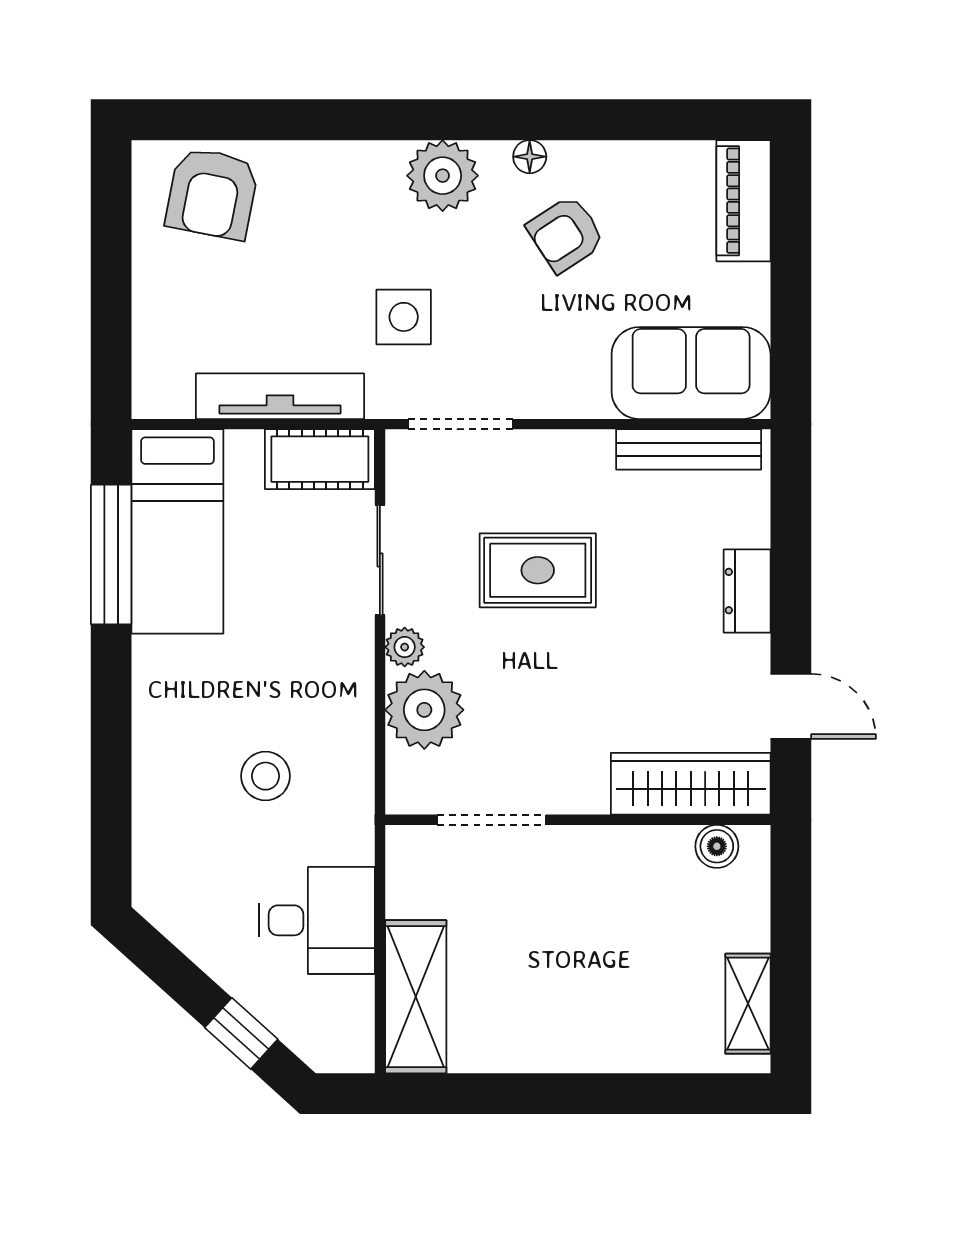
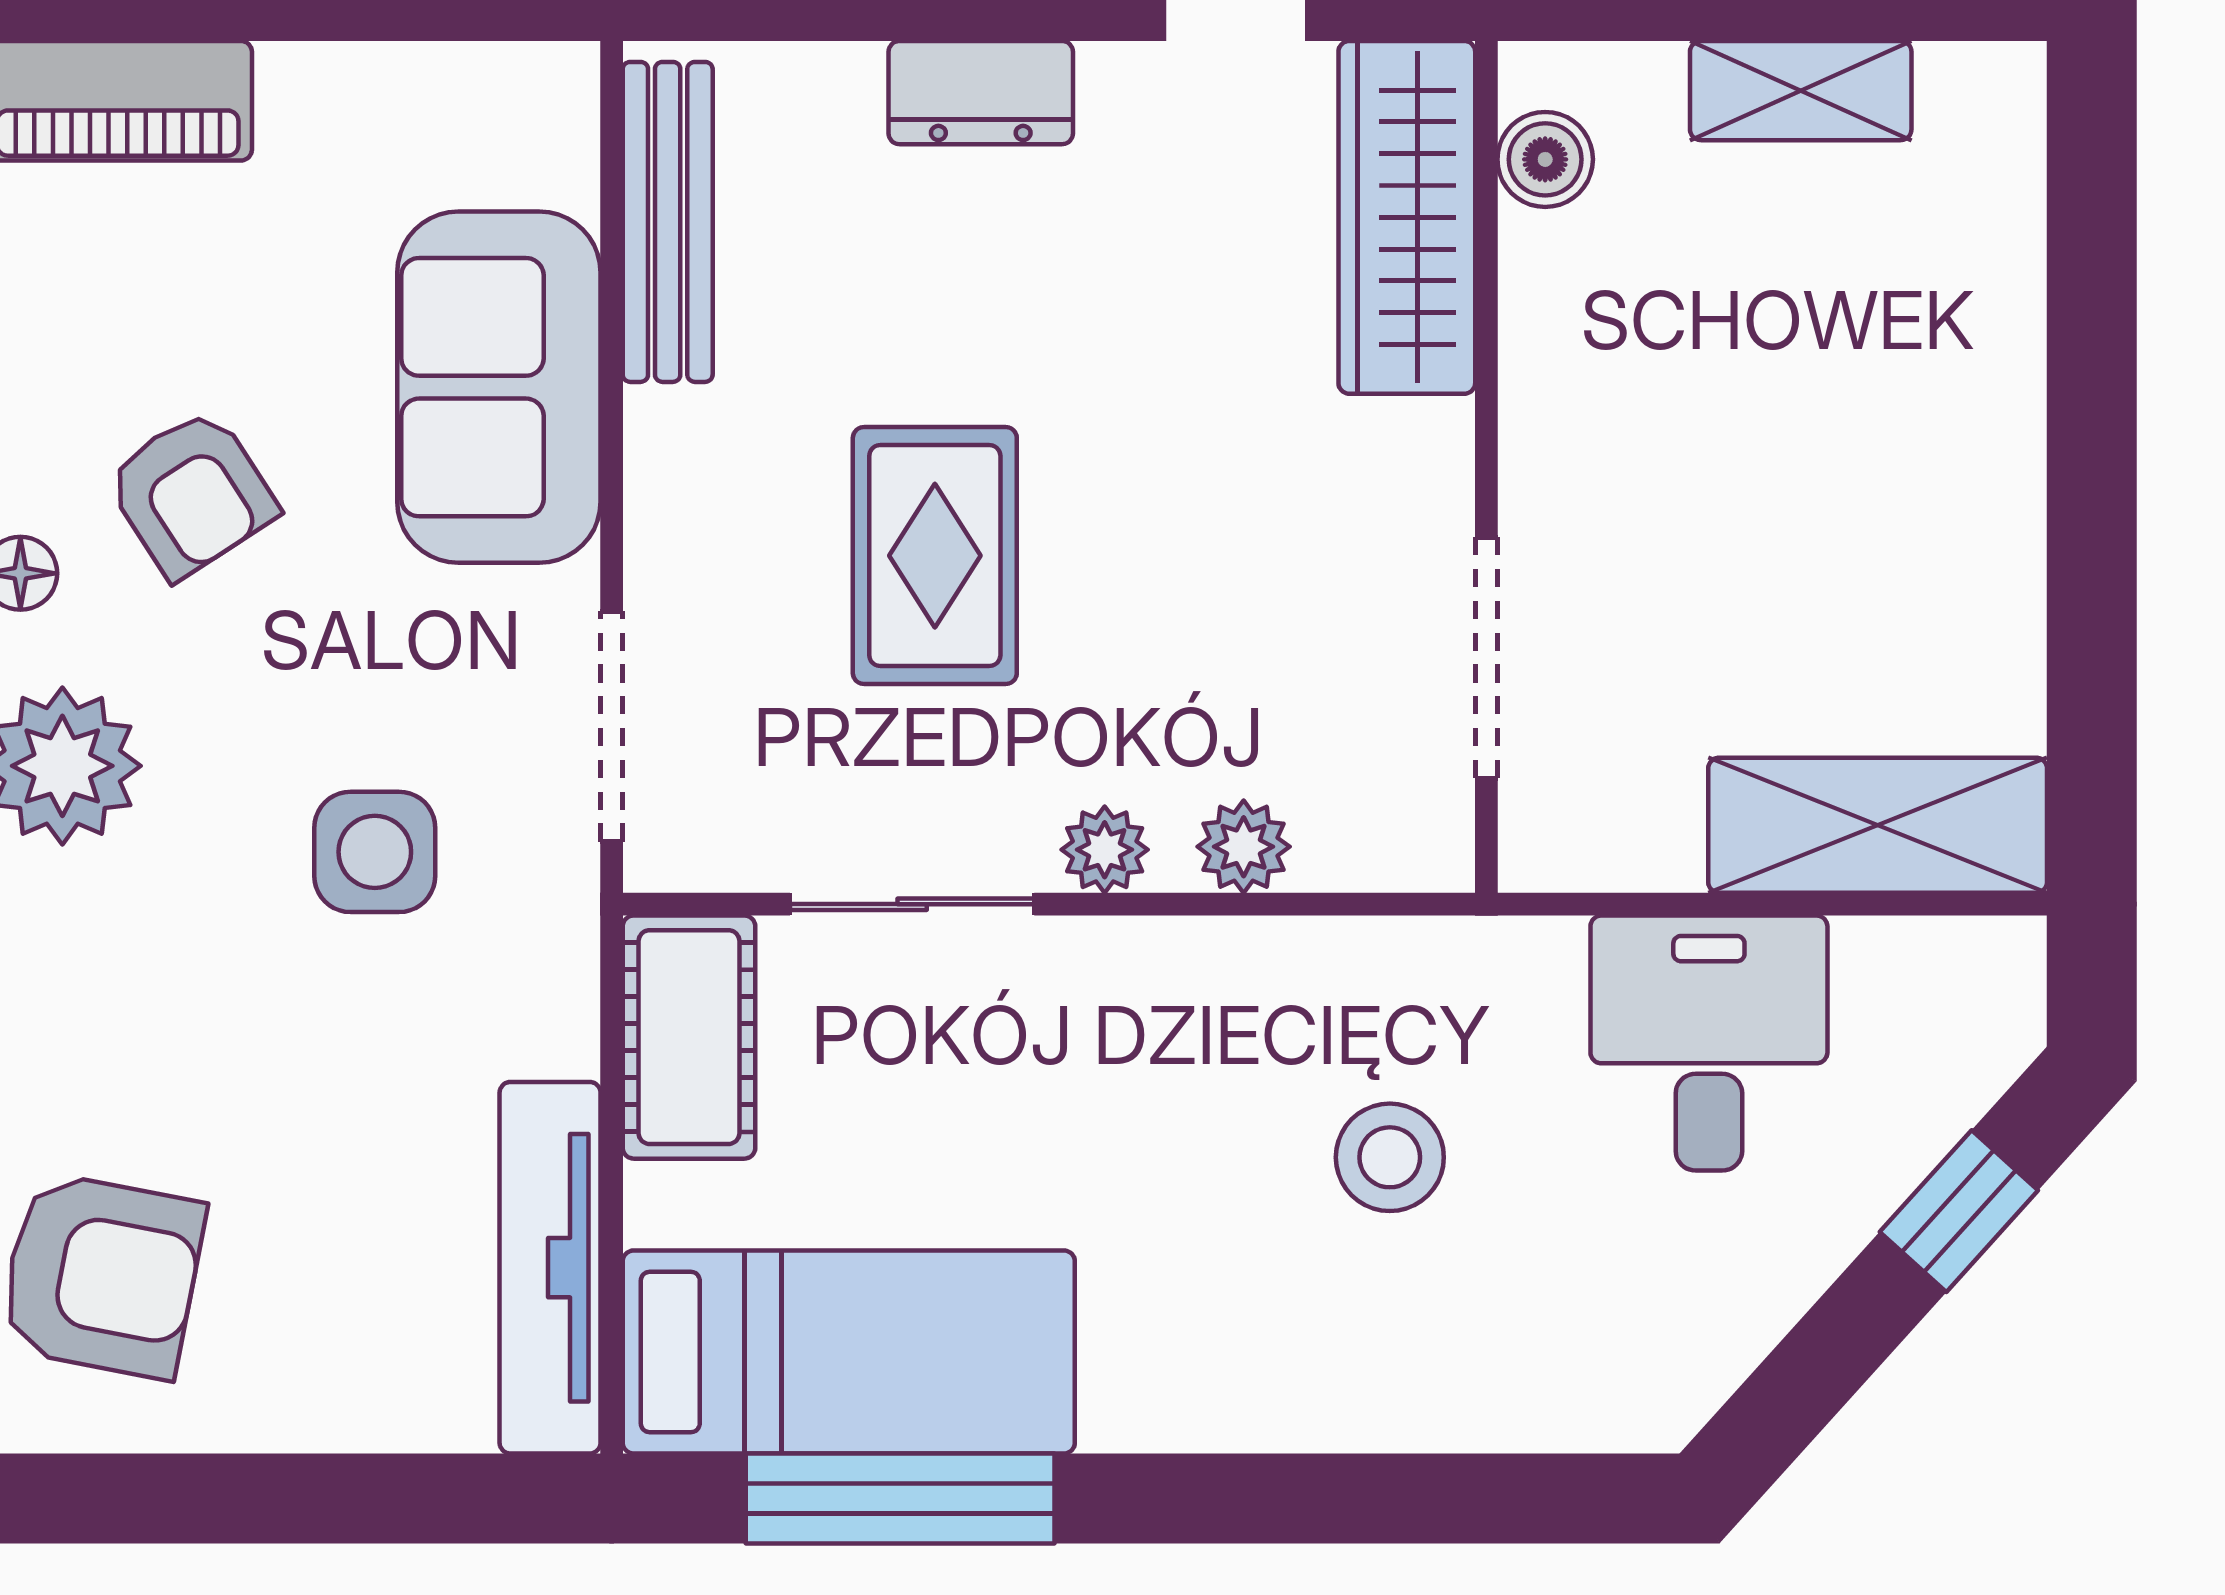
sofa: (691, 373) -> (499, 387), moved
tv unit: (280, 396) -> (550, 1268), moved
plant: (424, 710) -> (1244, 847), width x0.53, depth x0.53
shelving: (748, 1004) -> (1801, 91), moved

